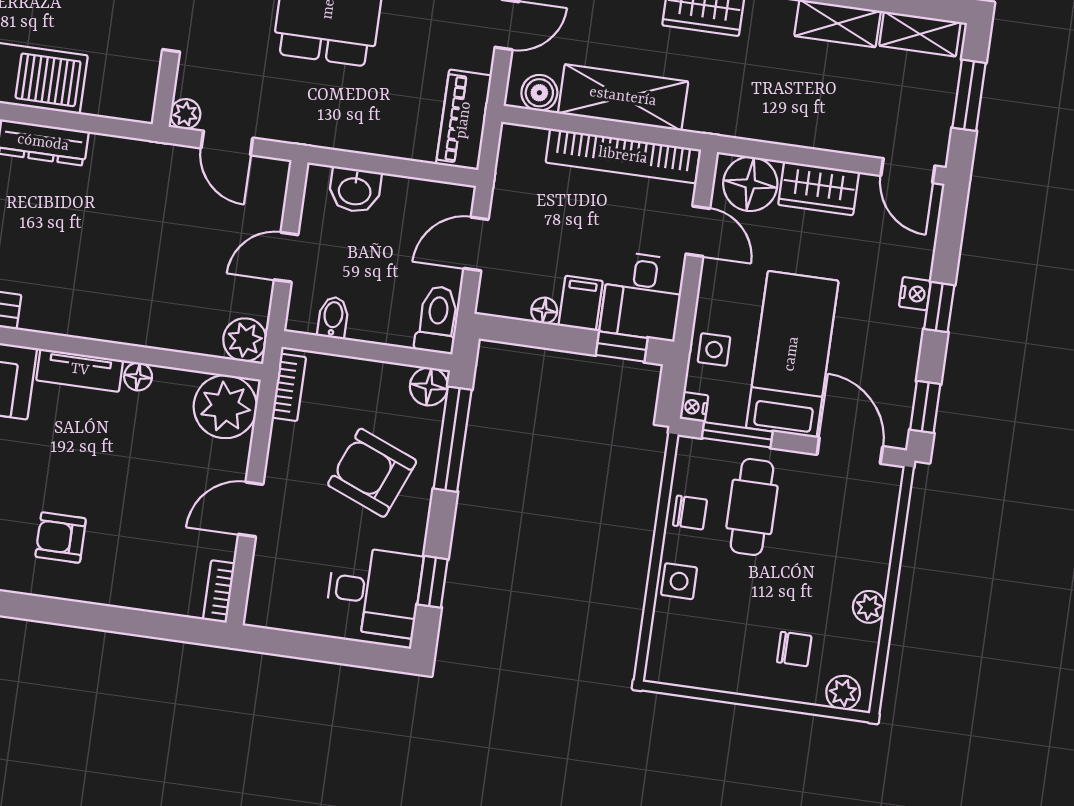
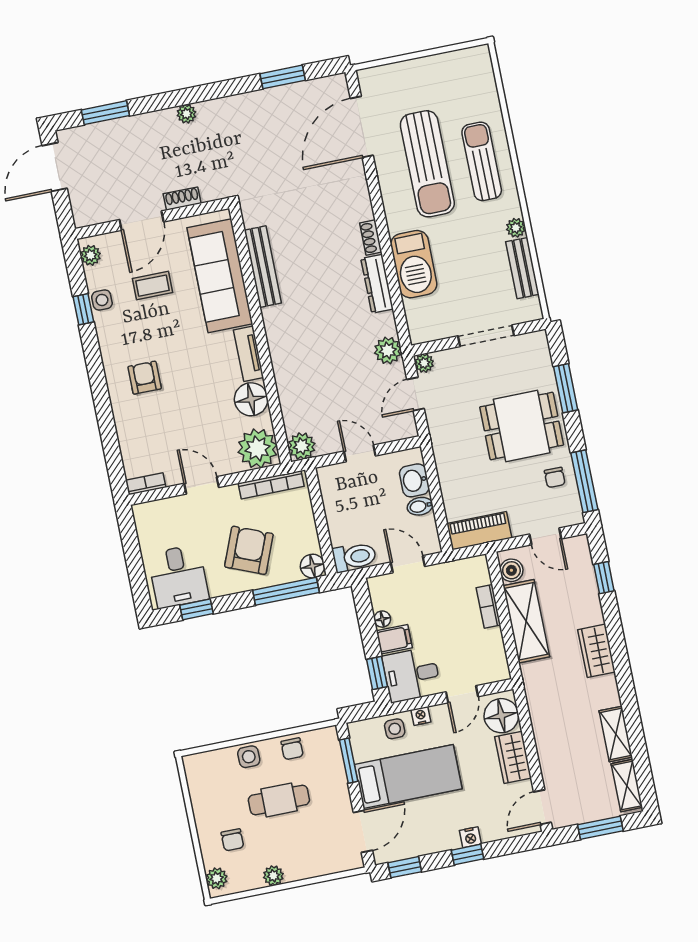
bookcase: (623, 156) -> (488, 606), width x0.43, depth x0.76
plant: (148, 162) -> (388, 351), added
bidet: (333, 317) -> (420, 506), moved, turned 180
floor lamp: (138, 377) -> (251, 399), width x1.89, depth x1.89
bookcase: (289, 387) -> (271, 485), width x1.56
nightstand: (694, 407) -> (421, 716), moved
cafe table: (752, 507) -> (279, 800), moved

